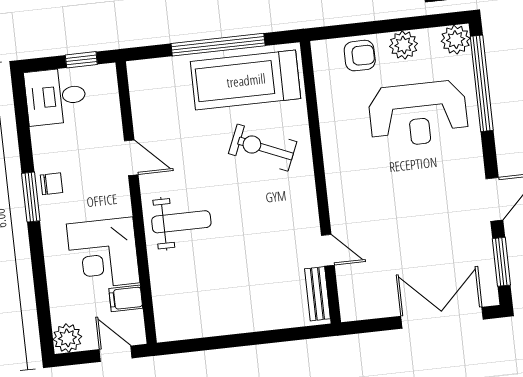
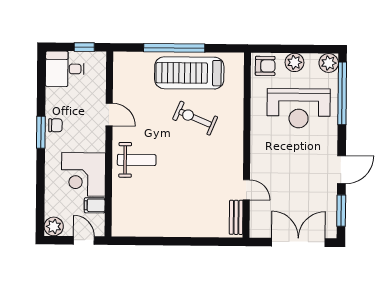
wall: (320, 182) -> (247, 145), moved
door: (328, 250) -> (246, 190), moved
bench: (317, 294) -> (236, 217), moved

